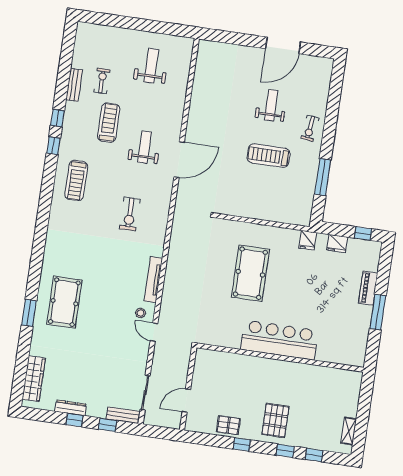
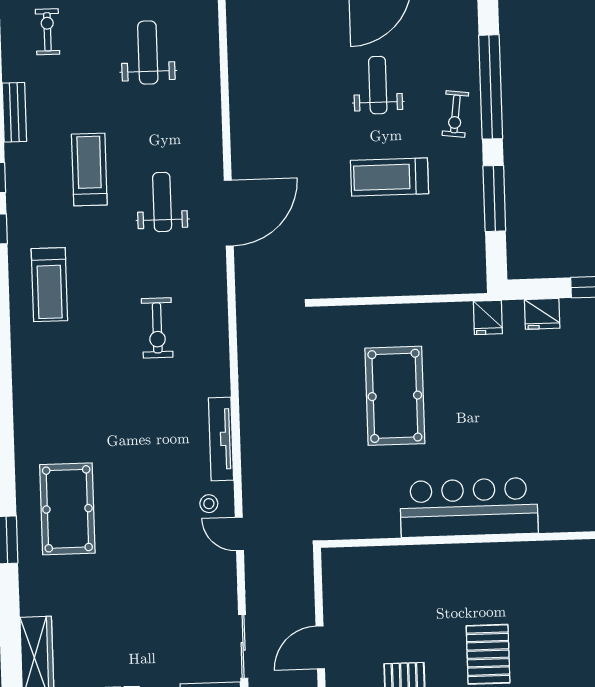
exercise bike: (102, 81) -> (47, 32), moved
window: (331, 117) -> (491, 87), added

